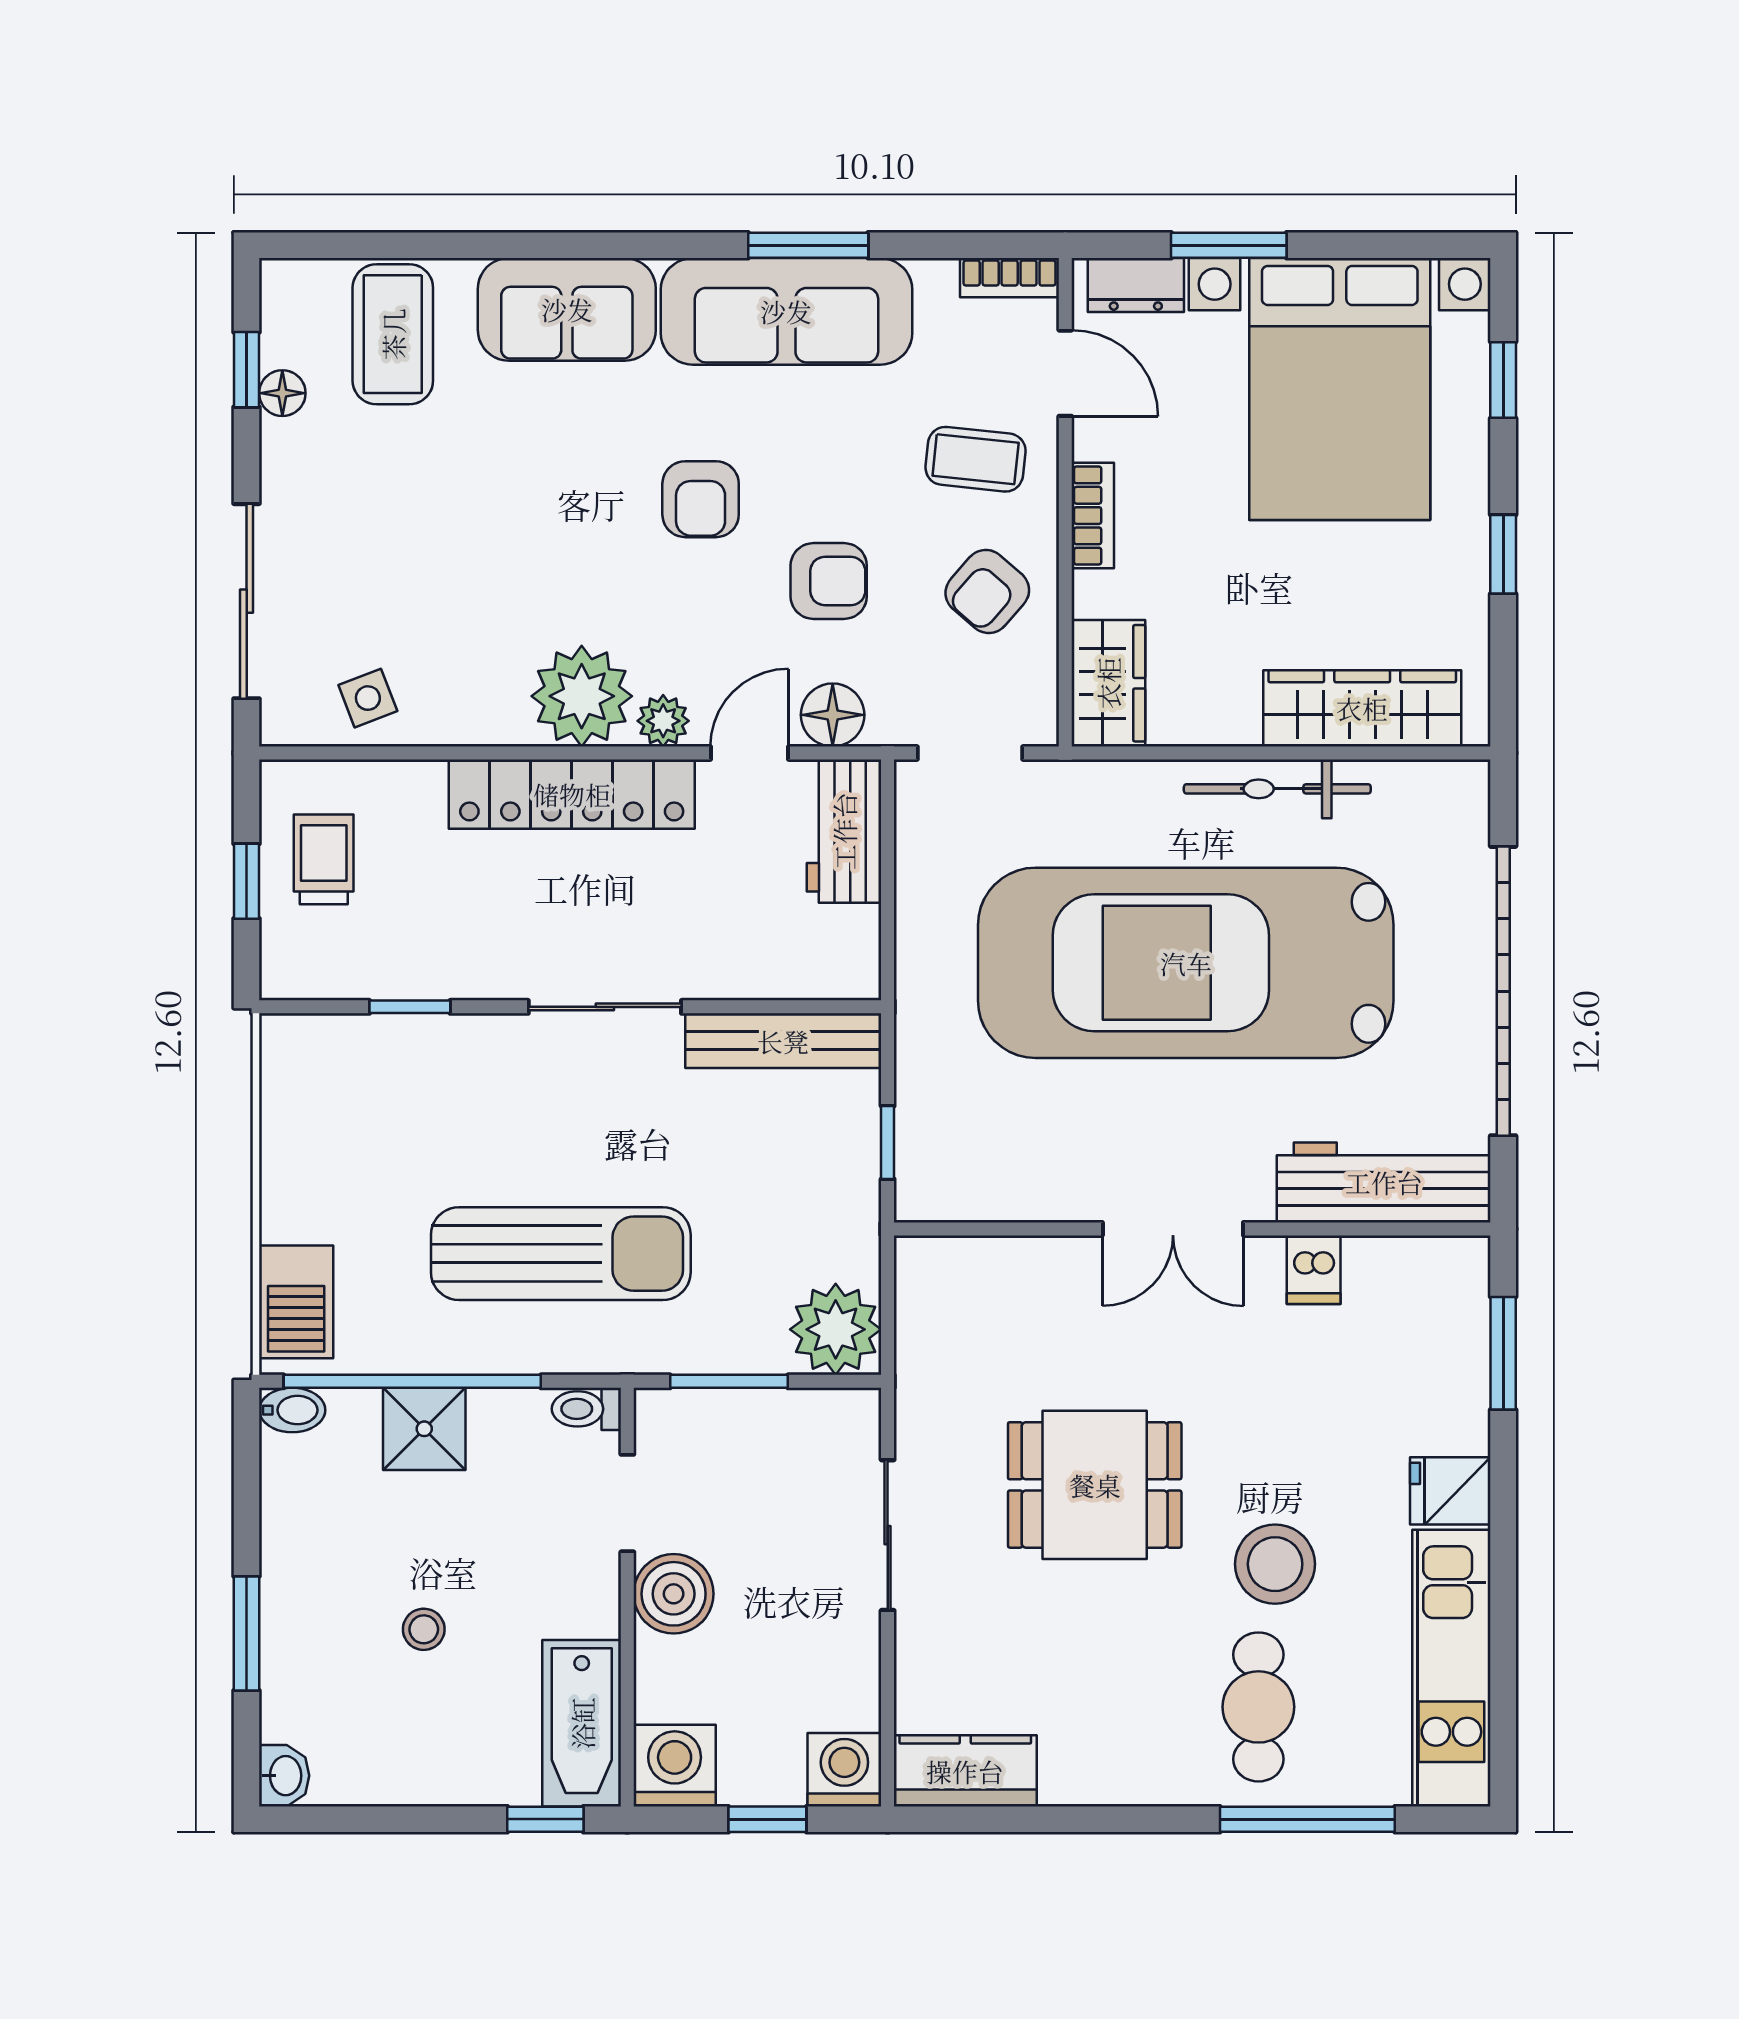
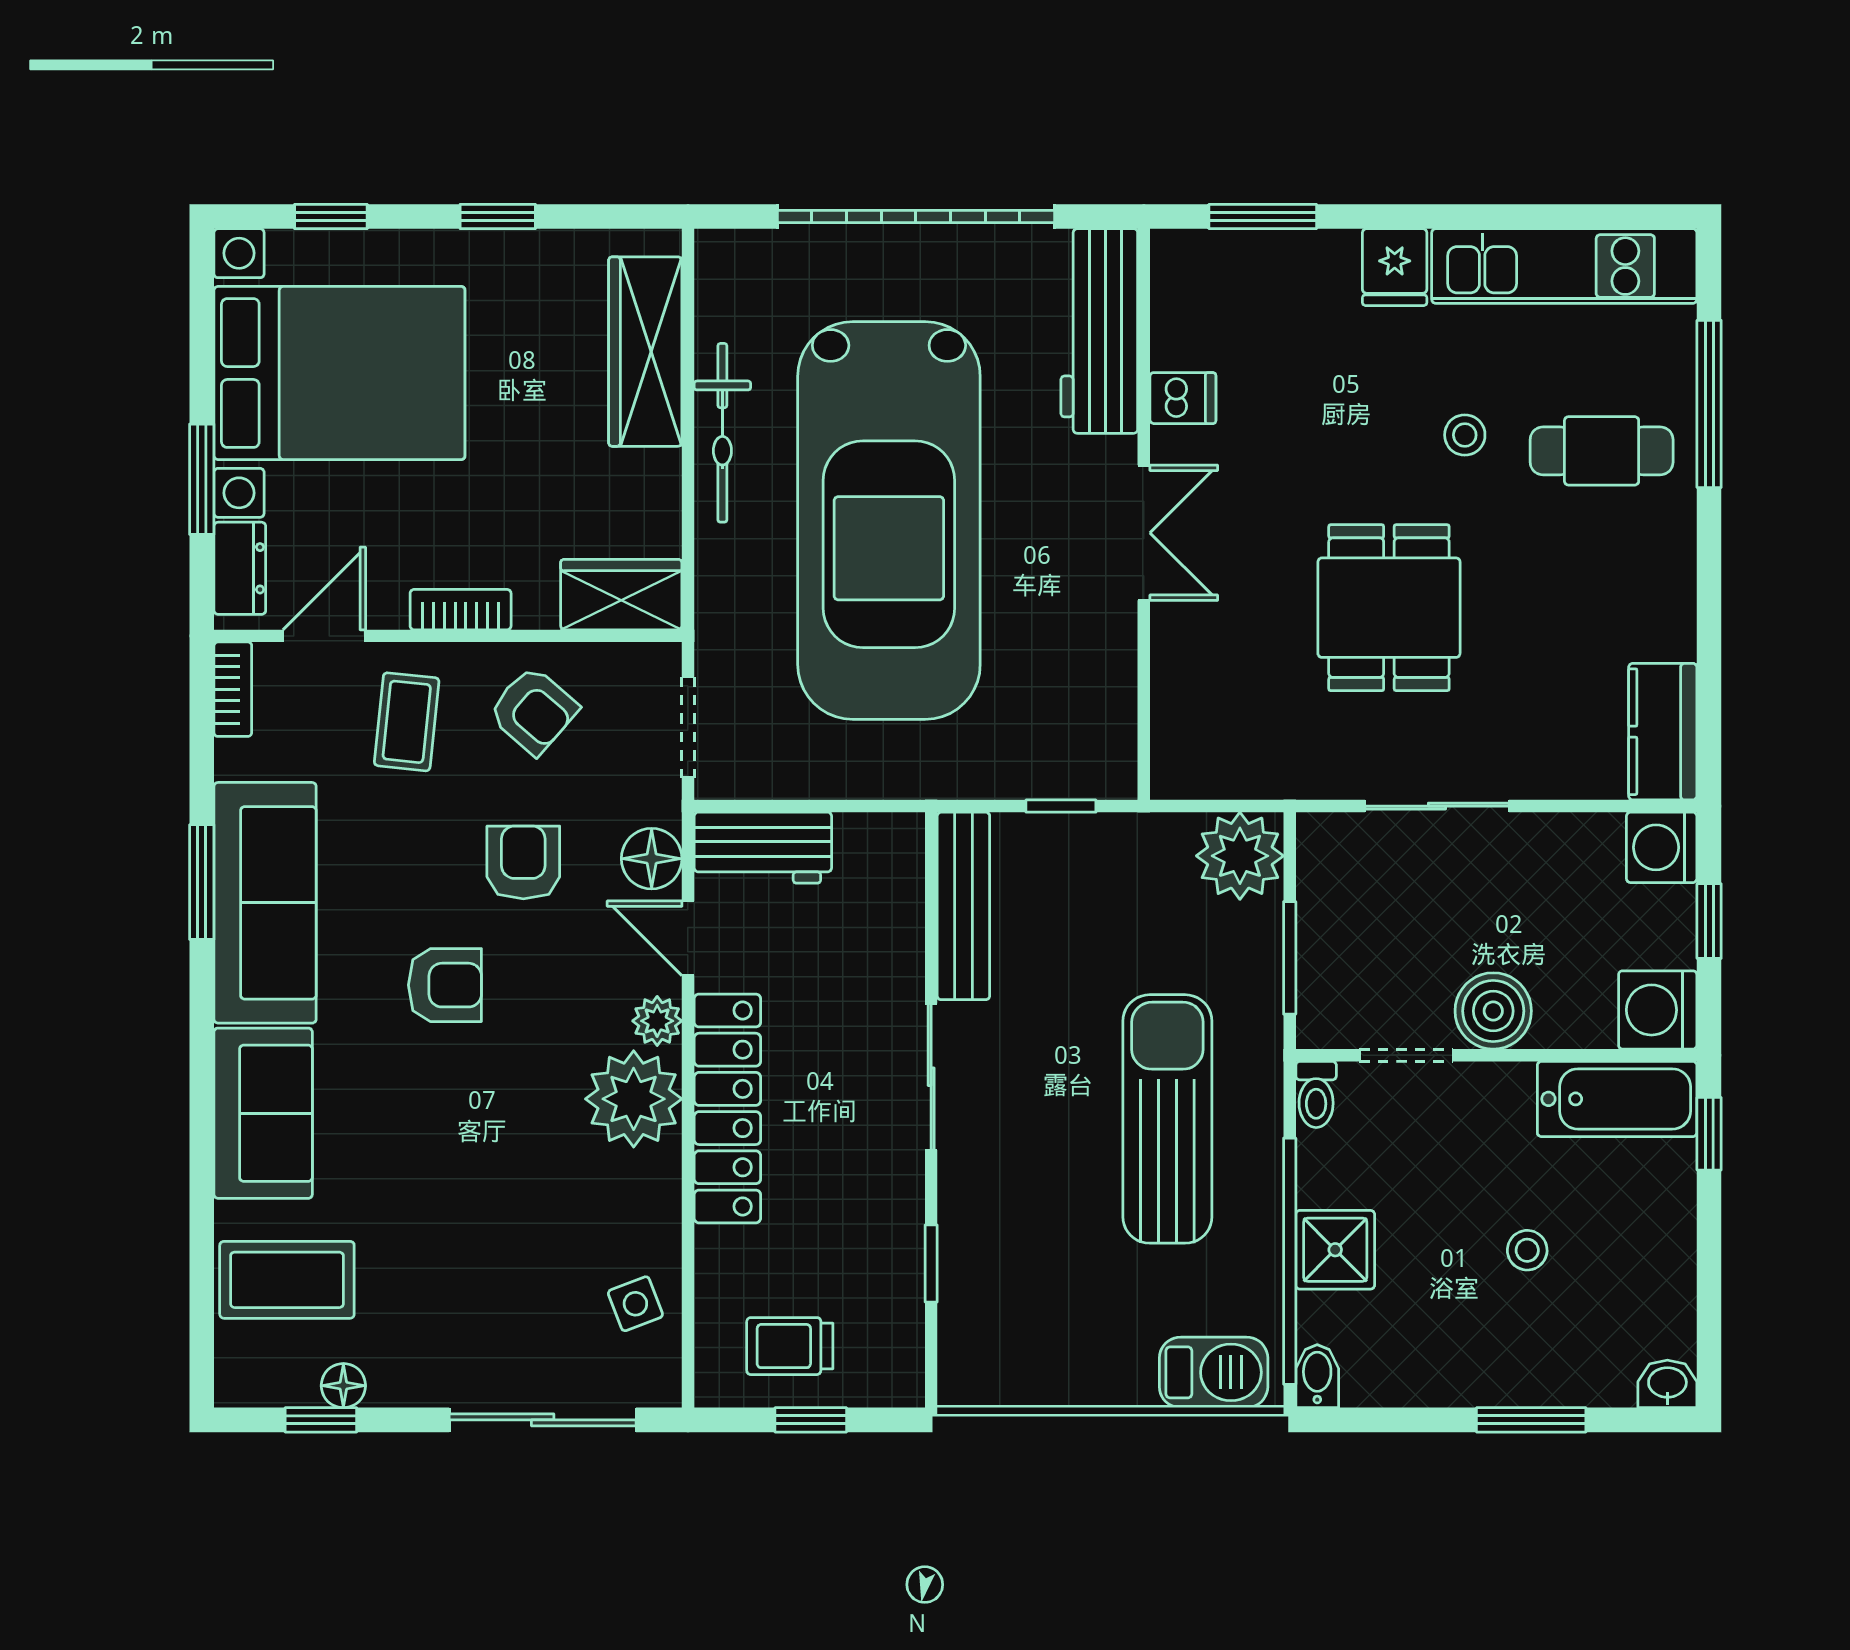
stool: (1275, 1564) -> (1465, 435), width x0.53, depth x0.53

